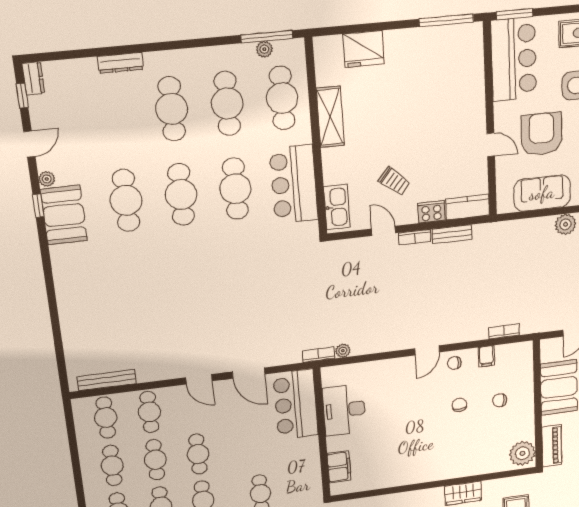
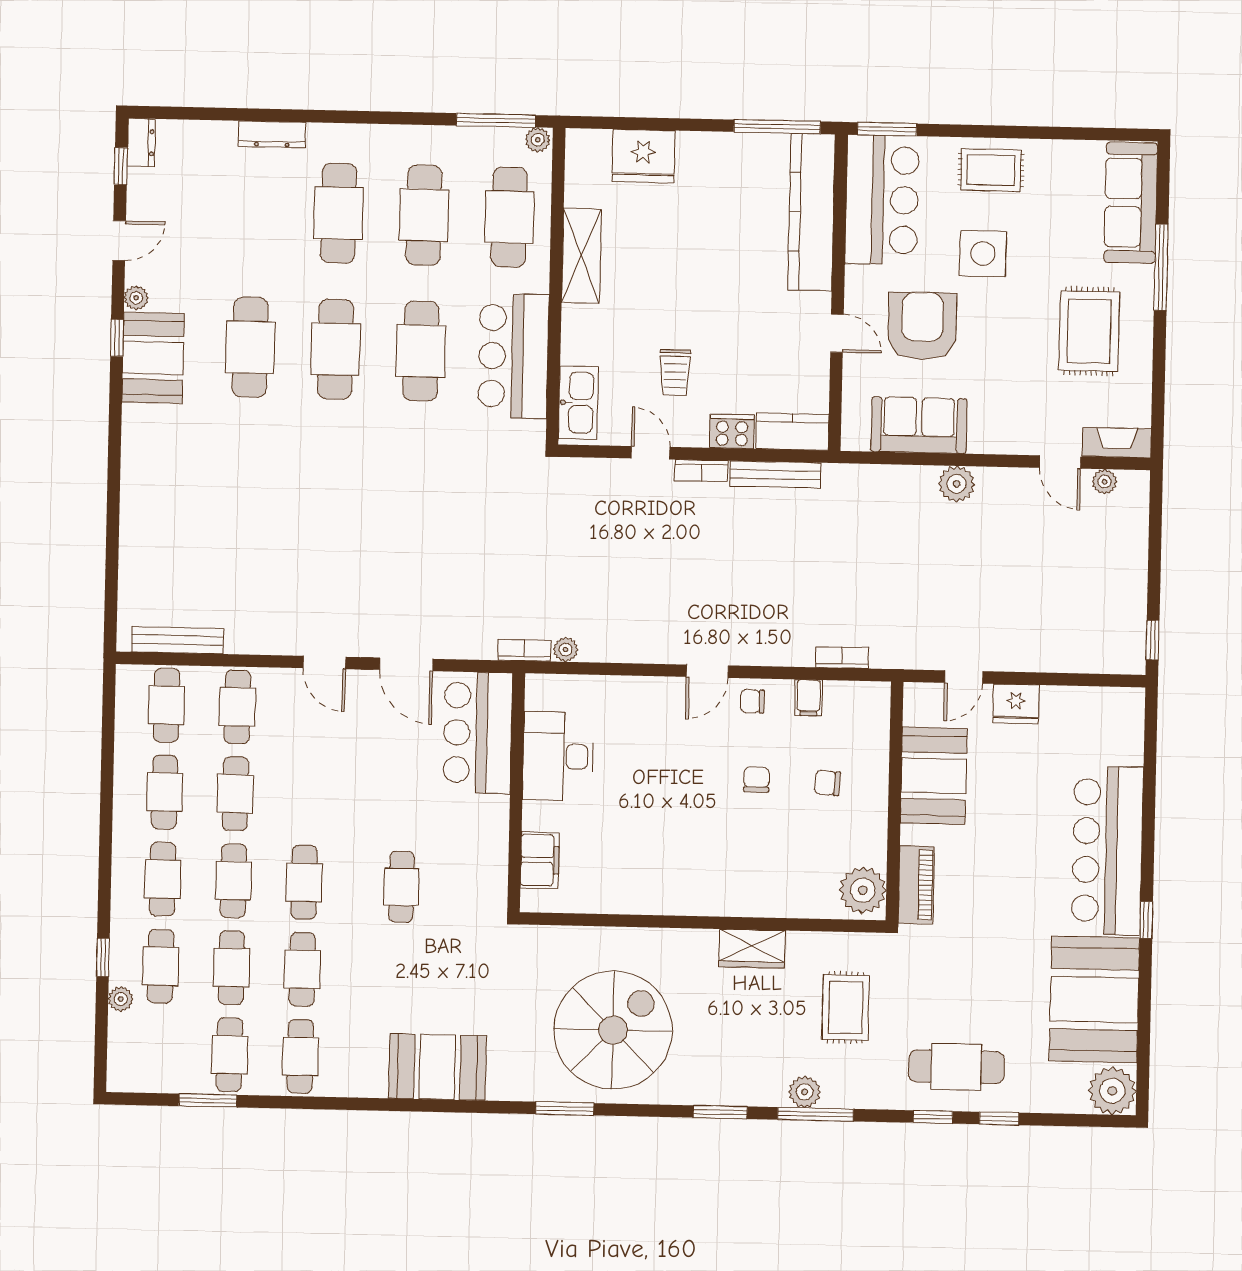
plant: (264, 49) -> (538, 140), moved
kitchen counter: (471, 72) -> (811, 212), added
trolley: (394, 181) -> (675, 373), turned 50
bench: (452, 234) -> (775, 474), width x1.36
cafe table: (198, 454) -> (306, 795), removed

